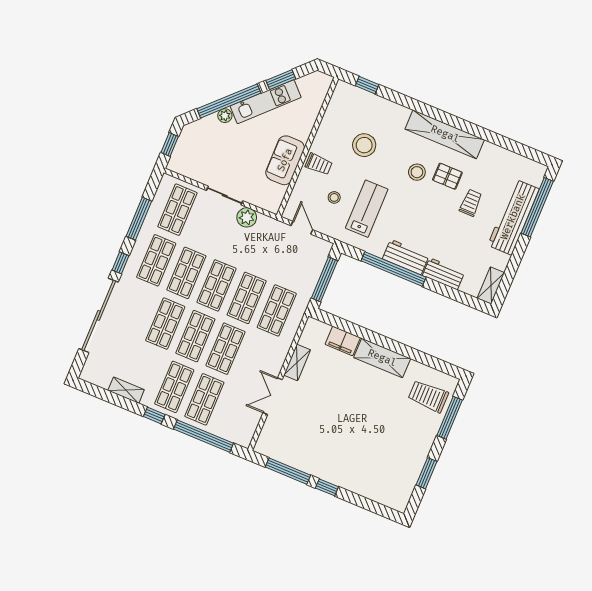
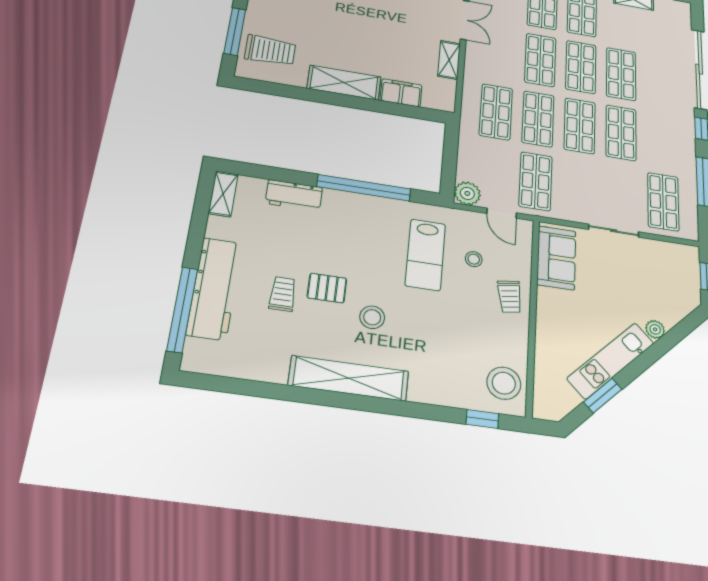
window: (229, 101) -> (658, 350), removed
stool: (364, 145) -> (504, 383), moved
sofa: (285, 160) -> (556, 258), moved
trolley: (319, 164) -> (510, 297), turned -98
pallet: (447, 176) -> (327, 288), moved
trolley: (471, 203) -> (283, 294), turned 180
plant: (247, 217) -> (467, 193), moved
workbench: (406, 257) -> (352, 206), removed
shop shelf: (156, 260) -> (536, 181), moved
window: (324, 279) -> (450, 158), removed

